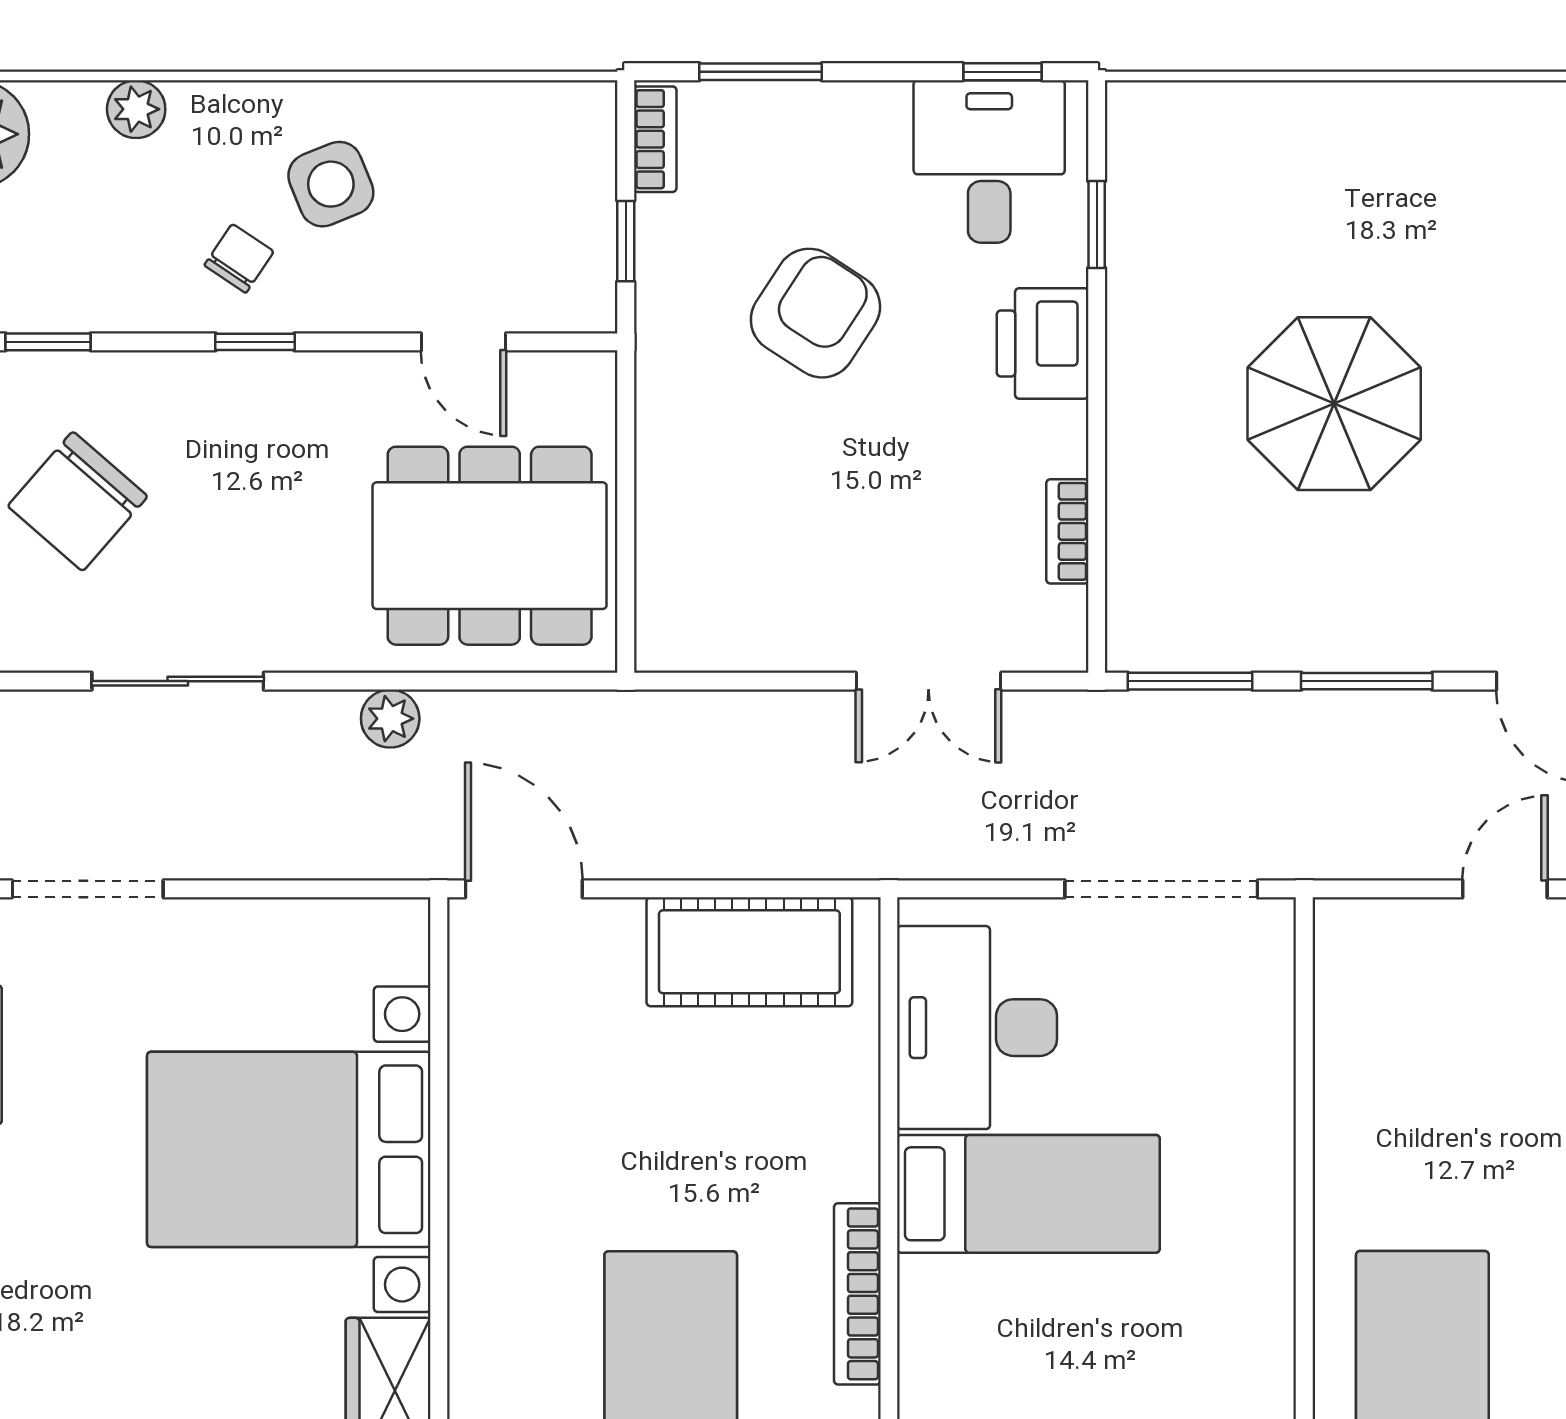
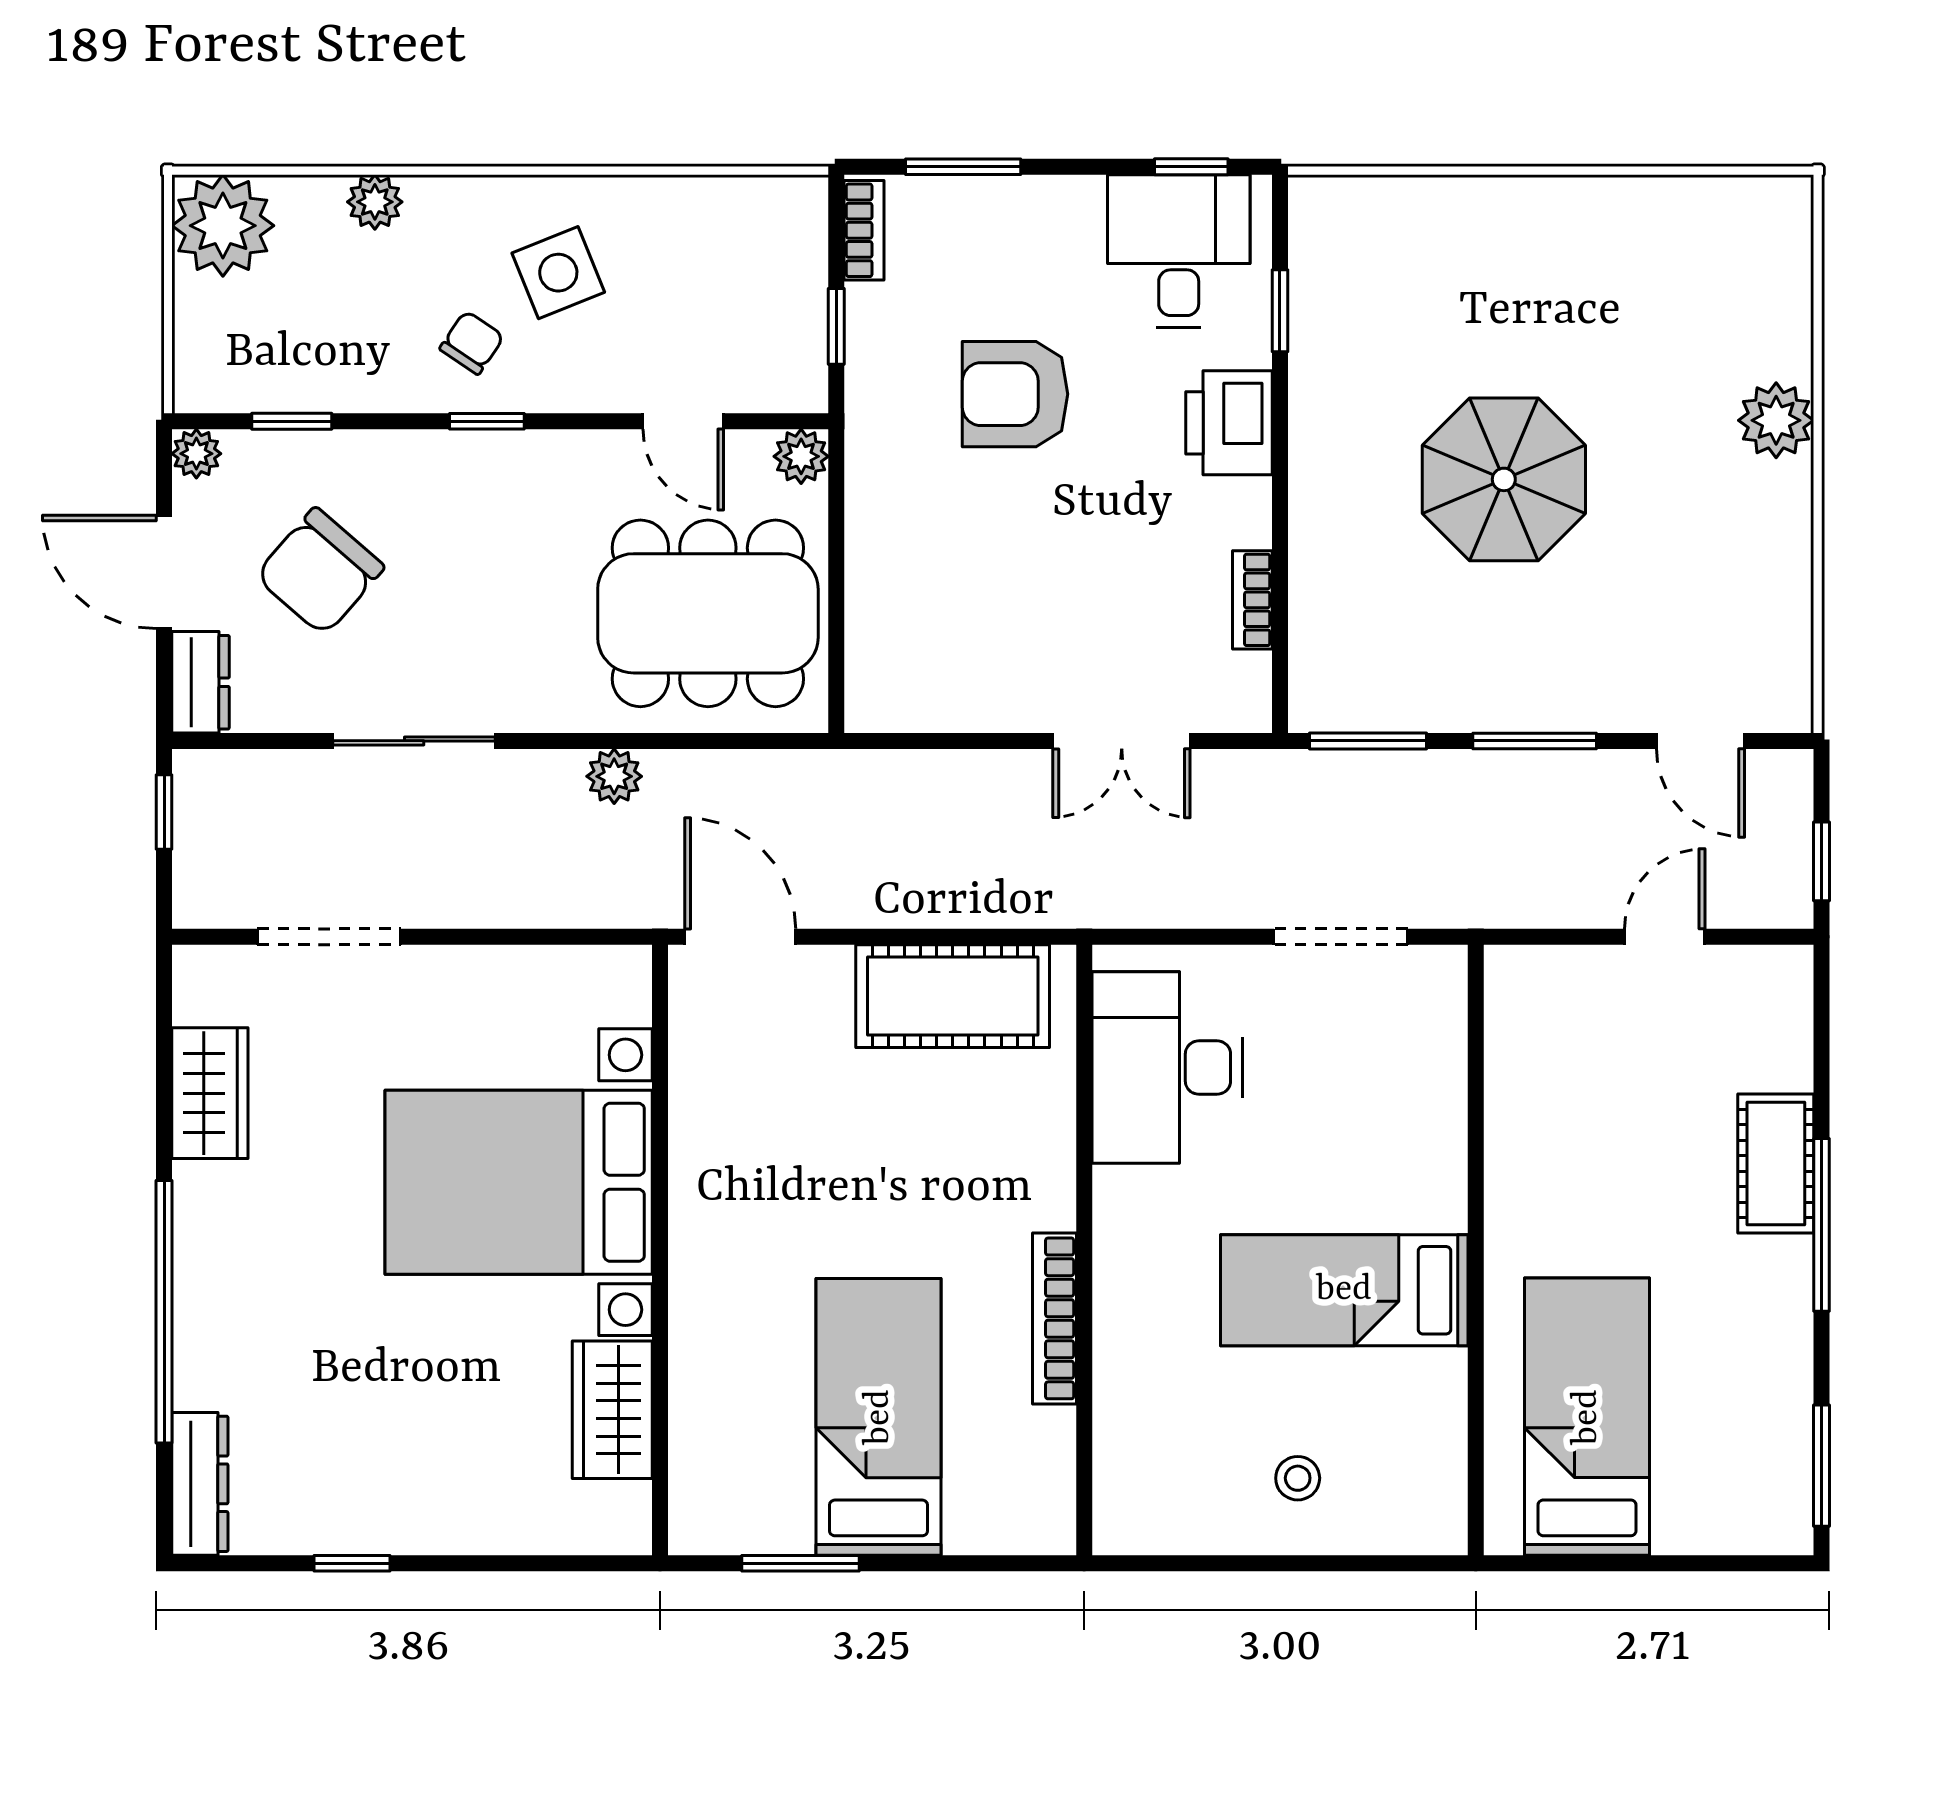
armchair: (815, 313) -> (1015, 394), turned -123
plant: (588, 379) -> (801, 456), added
doorway: (1161, 889) -> (1341, 937), width x0.73
bed: (1028, 1194) -> (1344, 1290), moved, turned 180

